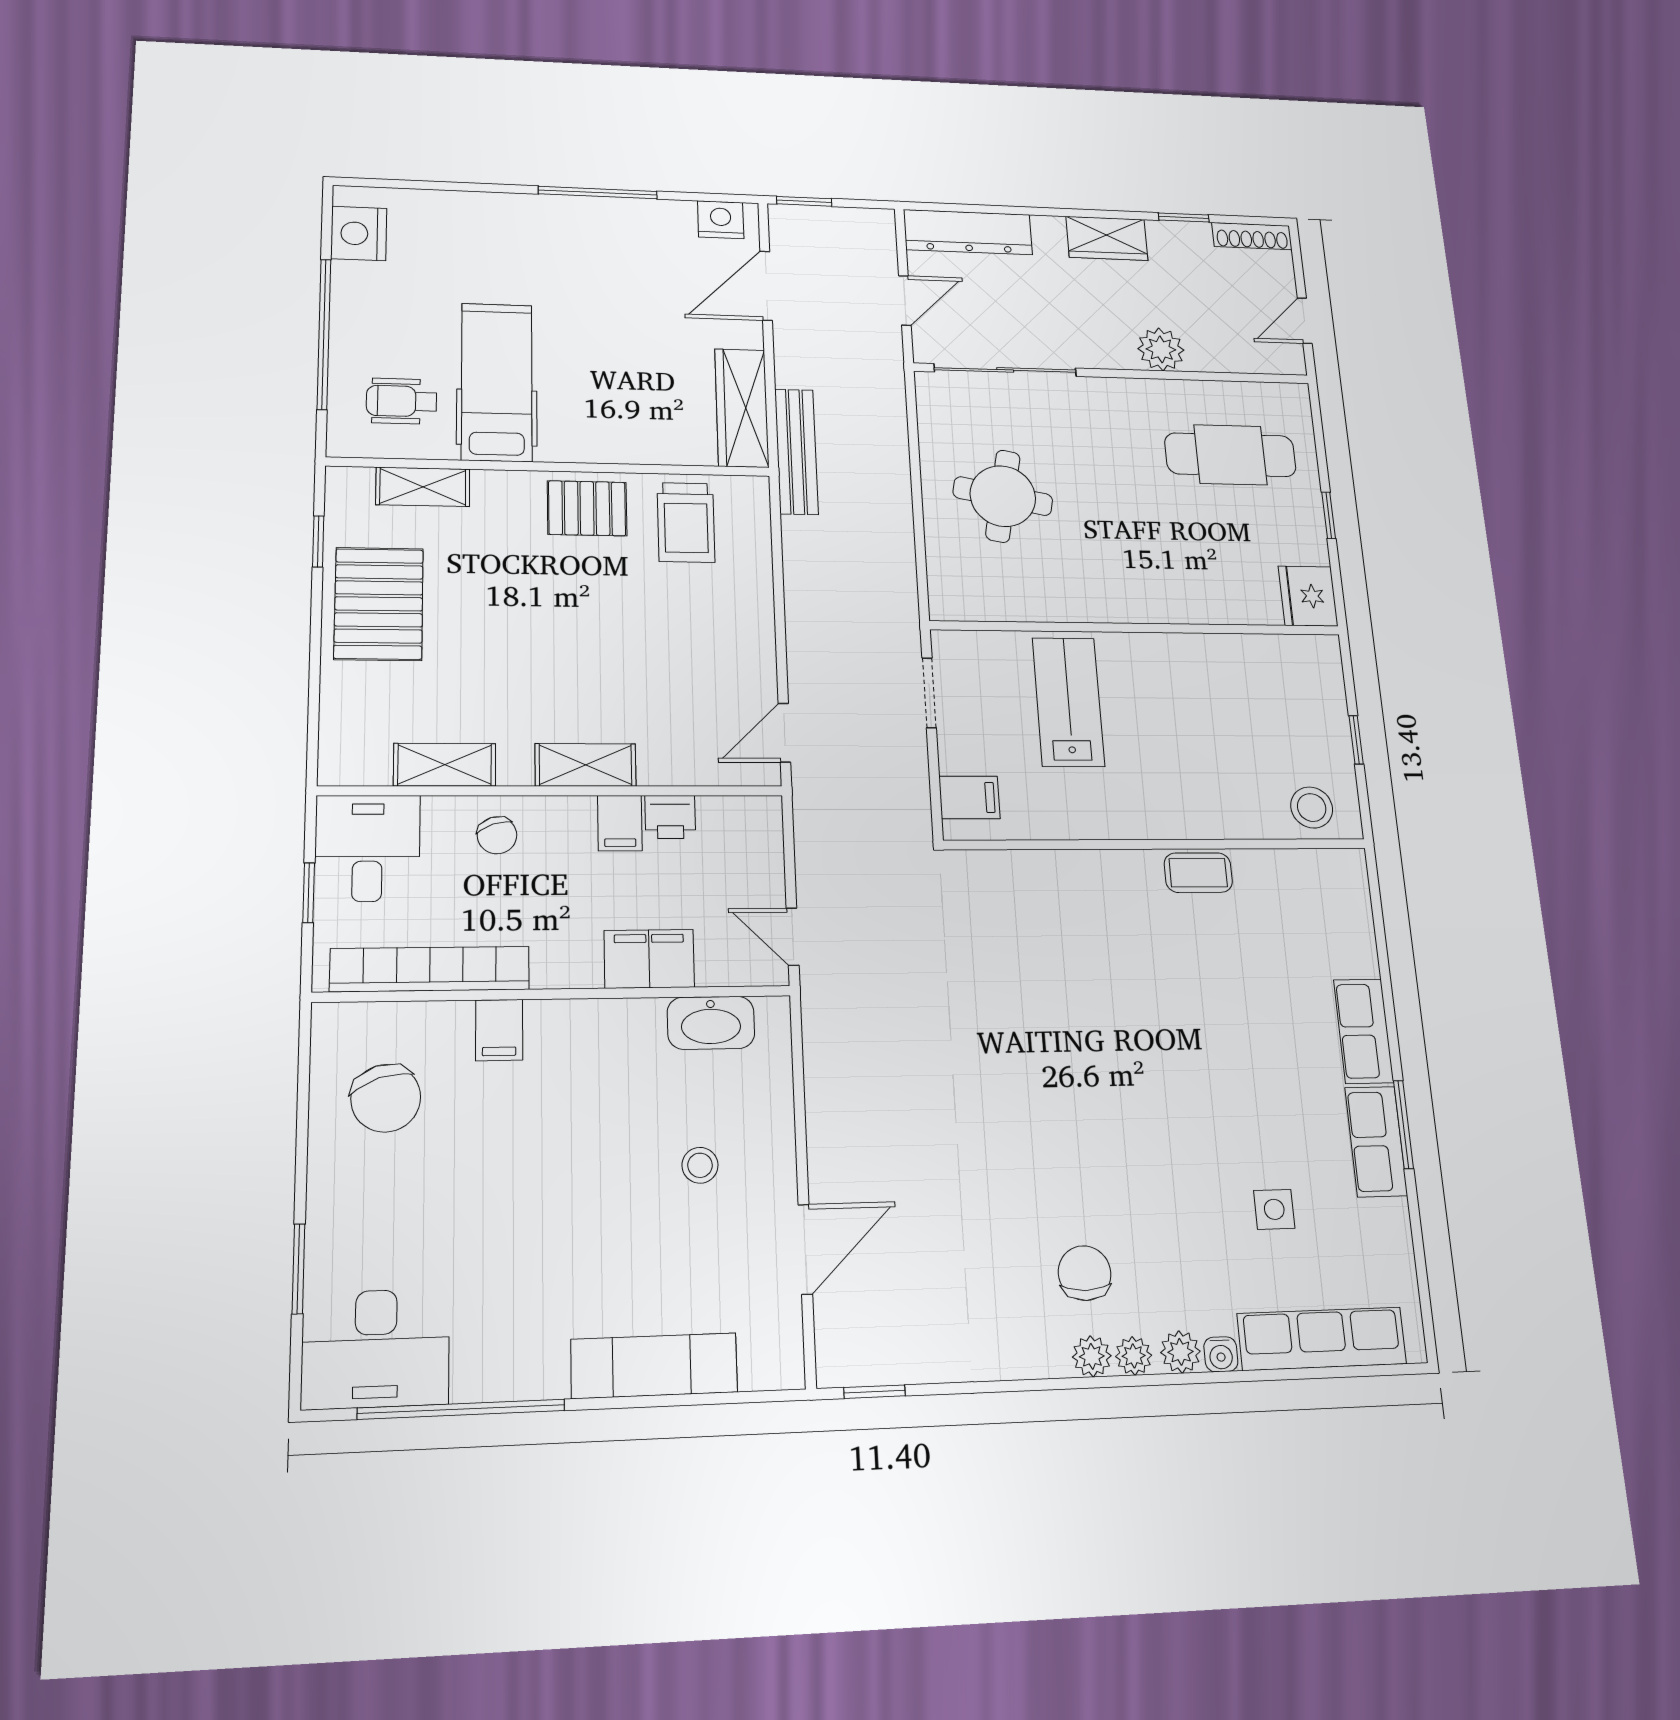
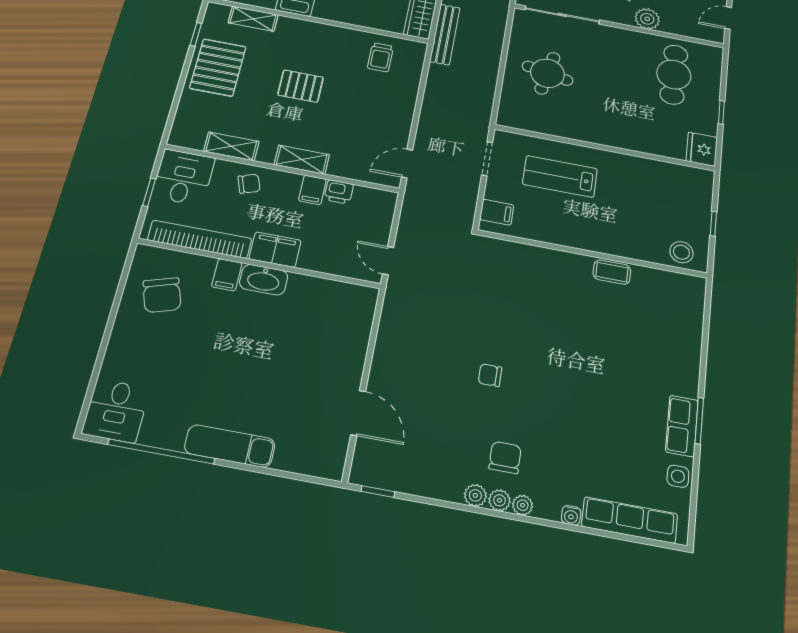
cafe table: (1230, 455) -> (674, 75), turned 90
pallet: (587, 508) -> (301, 86), moved
trolley: (686, 522) -> (380, 57), width x0.73, depth x0.72
lab bench: (1068, 702) -> (560, 176), turned -90
chair: (497, 835) -> (249, 184), turned -90
filing cabinet: (649, 959) -> (275, 250), moved
washbasin: (711, 1023) -> (264, 280), moved
row of seats: (1364, 1031) -> (687, 369), removed
chair: (1025, 1121) -> (490, 375), added
stool: (700, 1165) -> (313, 360), removed
side table: (1274, 1209) -> (678, 476), moved
door: (805, 1249) -> (358, 413), hinge flipped
window: (298, 1269) -> (98, 366), removed
desk: (376, 1349) -> (116, 411), width x0.73
plant: (1180, 1352) -> (475, 495), moved
exam couch: (654, 1366) -> (230, 446), moved

